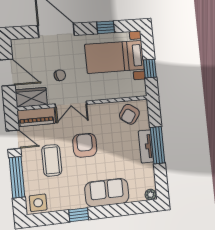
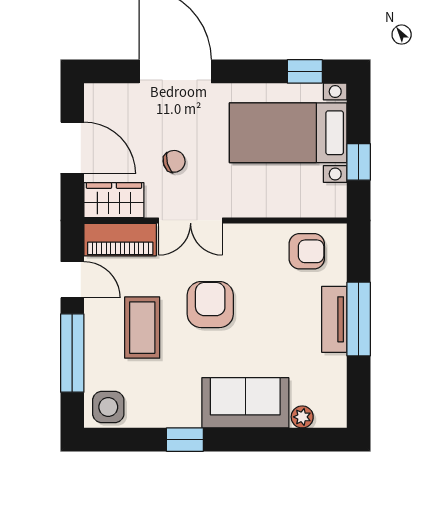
window: (106, 27) -> (305, 71), moved
armchair: (129, 114) -> (307, 251), turned -125
plant: (150, 195) -> (302, 417), moved

